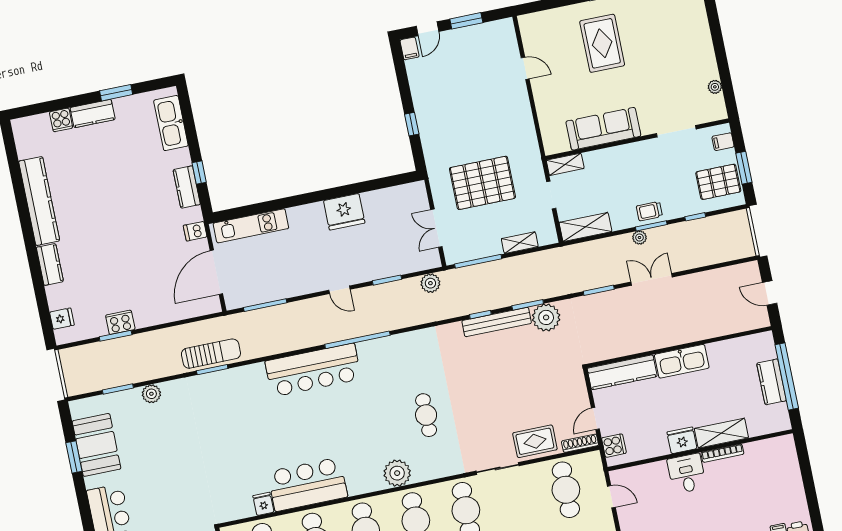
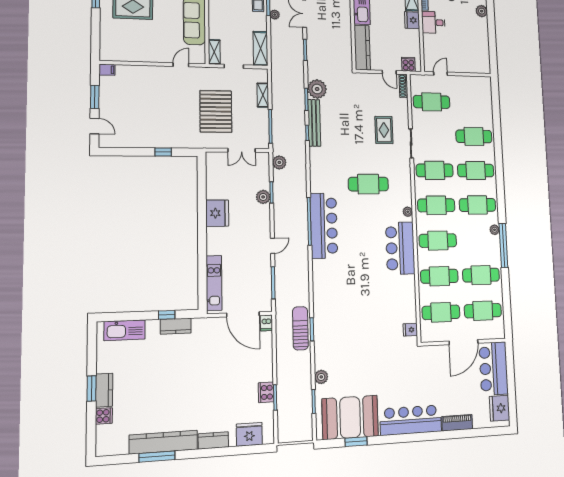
filing cabinet: (410, 48) -> (107, 70), moved
door: (525, 68) -> (181, 65), moved
window: (116, 93) -> (91, 389), moved
window: (20, 196) -> (157, 457), added
dishwasher: (195, 231) -> (266, 323), moved
plant: (378, 270) -> (263, 197), added
door: (339, 290) -> (272, 246), moved
fridge: (62, 319) -> (249, 434), width x1.88, depth x1.34
bar counter: (313, 370) -> (324, 226), moved
cafe table: (426, 415) -> (368, 184), width x1.37, depth x1.35
rug: (535, 441) -> (384, 130), moved
booth: (96, 445) -> (350, 417), width x1.36, depth x1.42
plant: (397, 473) -> (408, 212), width x0.53, depth x0.53
bar counter: (307, 484) -> (400, 248), moved
fridge: (263, 504) -> (410, 330), moved

